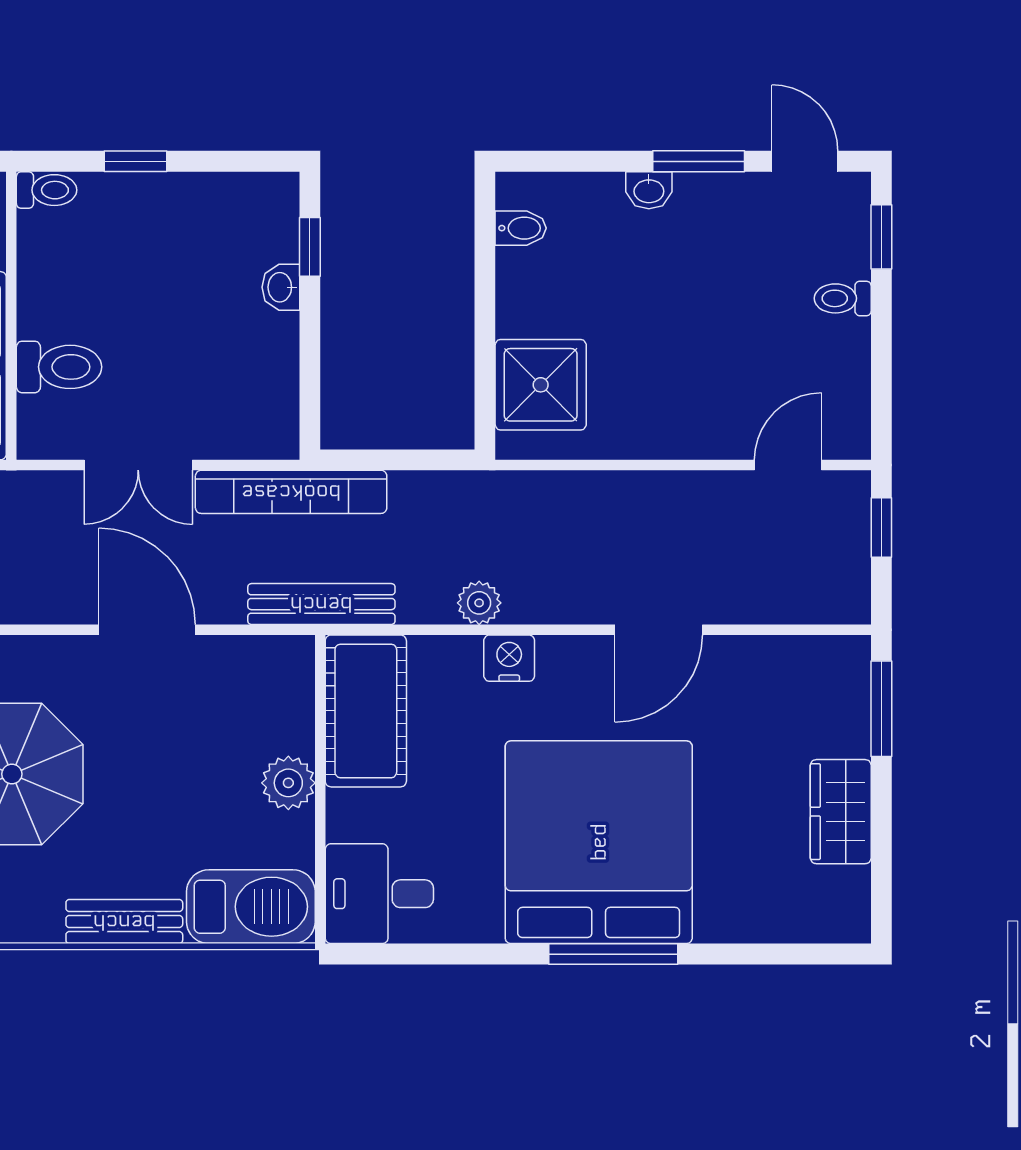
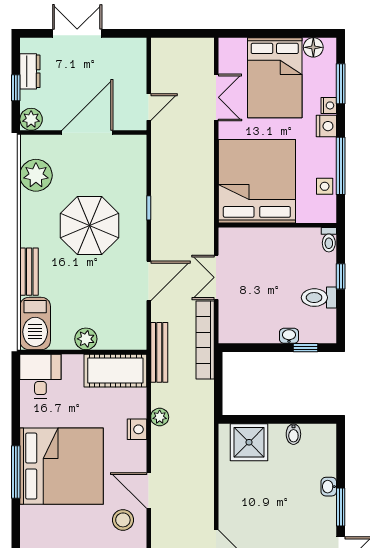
bidet: (521, 228) -> (293, 434), moved
toilet: (59, 367) -> (319, 298), moved, turned 90
stool: (730, 692) -> (123, 520), added

